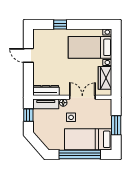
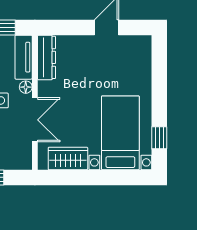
window: (60, 25) -> (159, 138), moved

